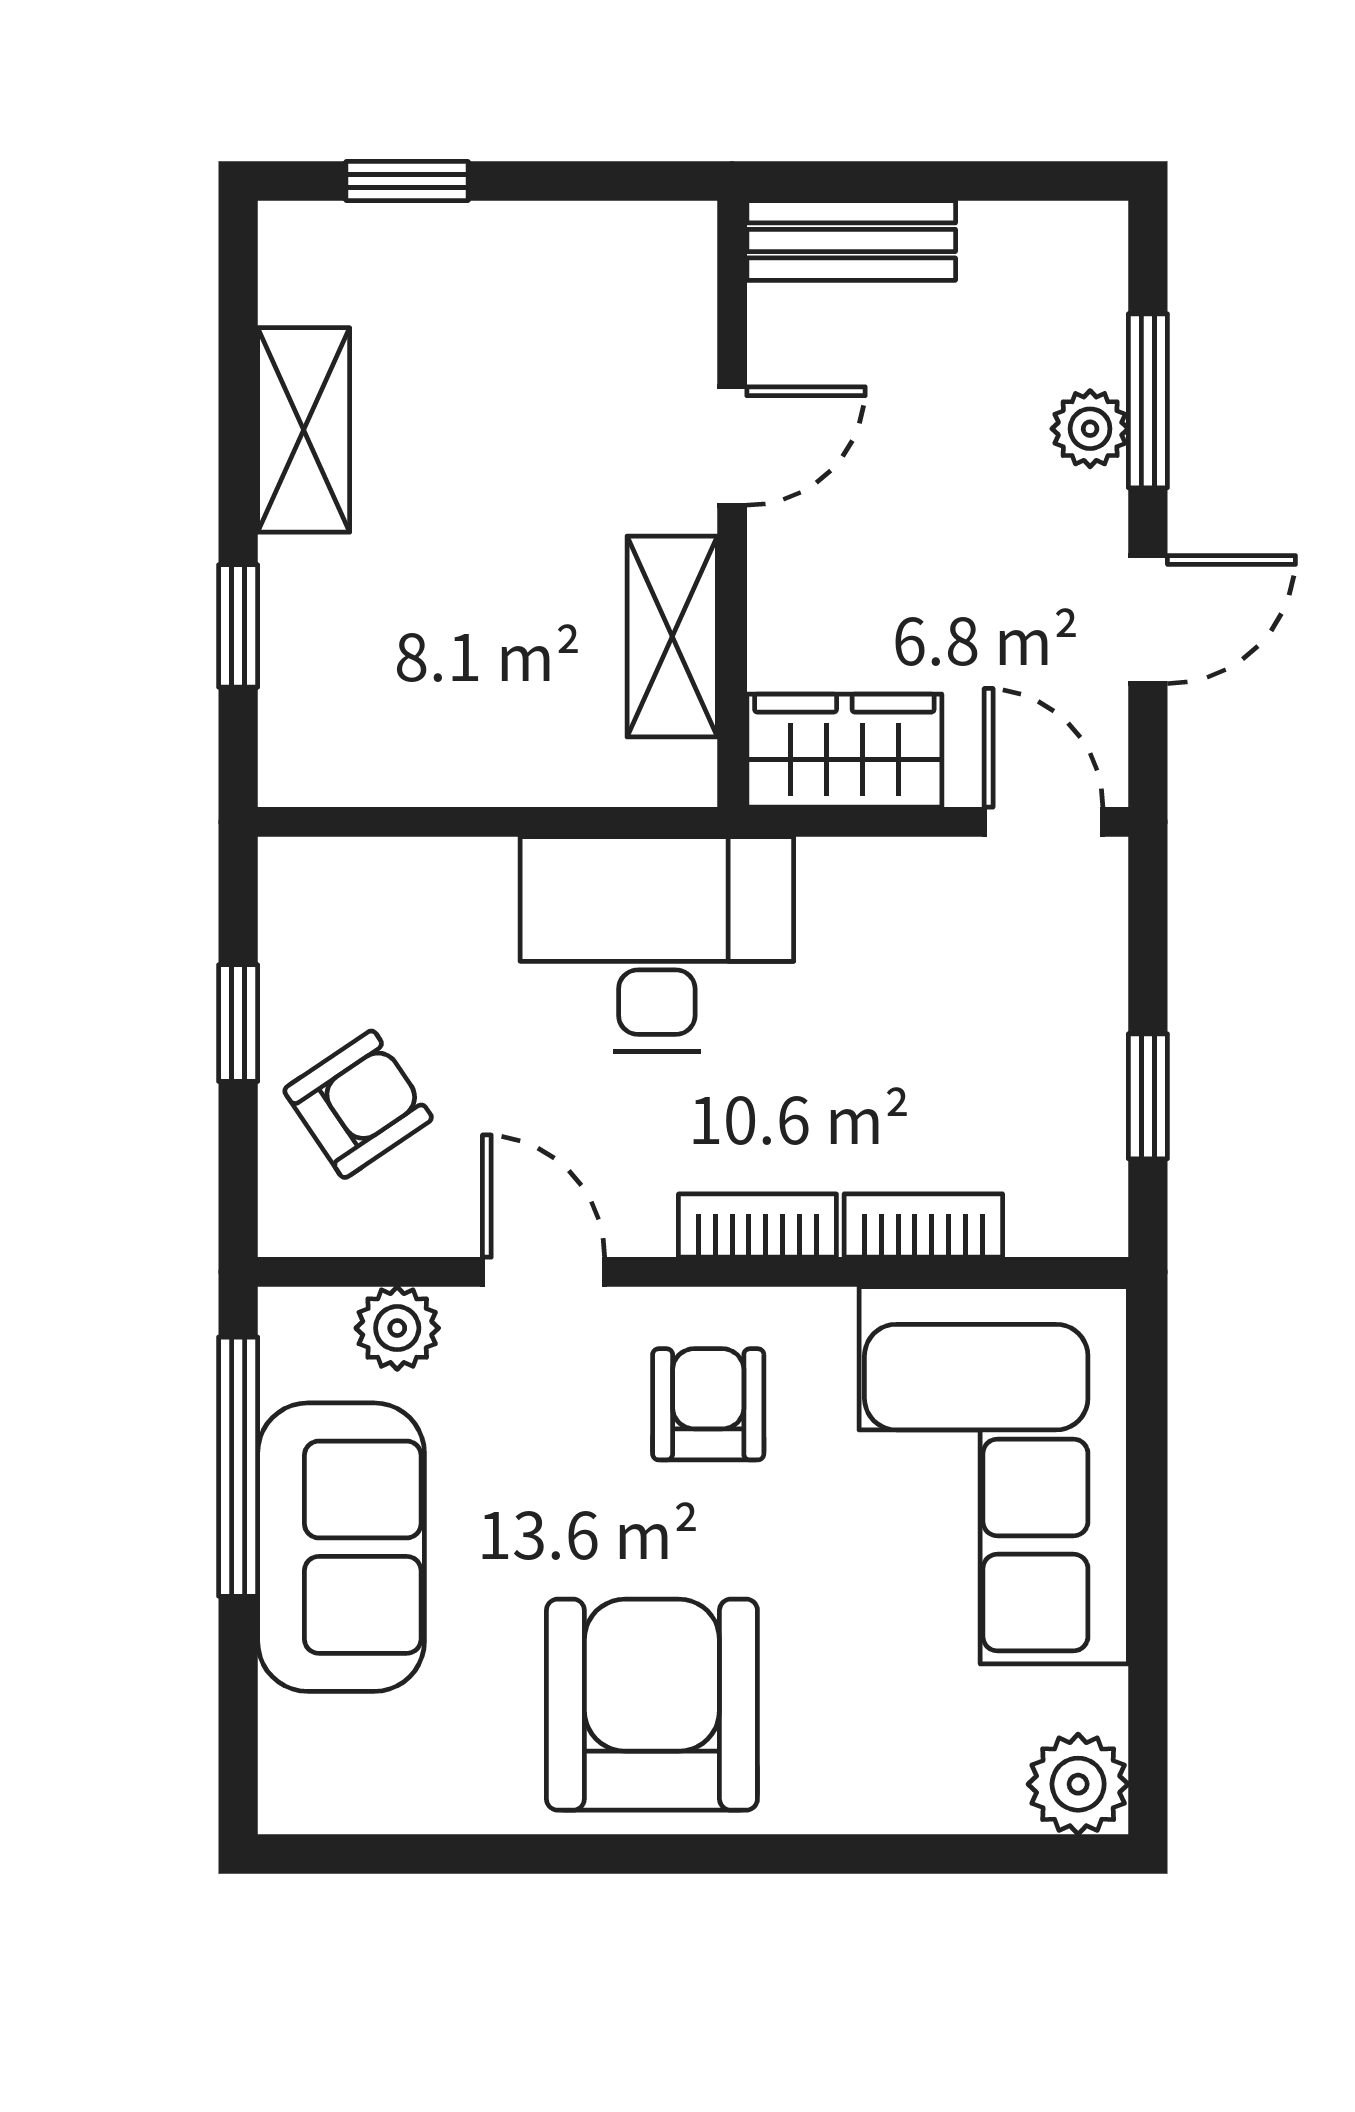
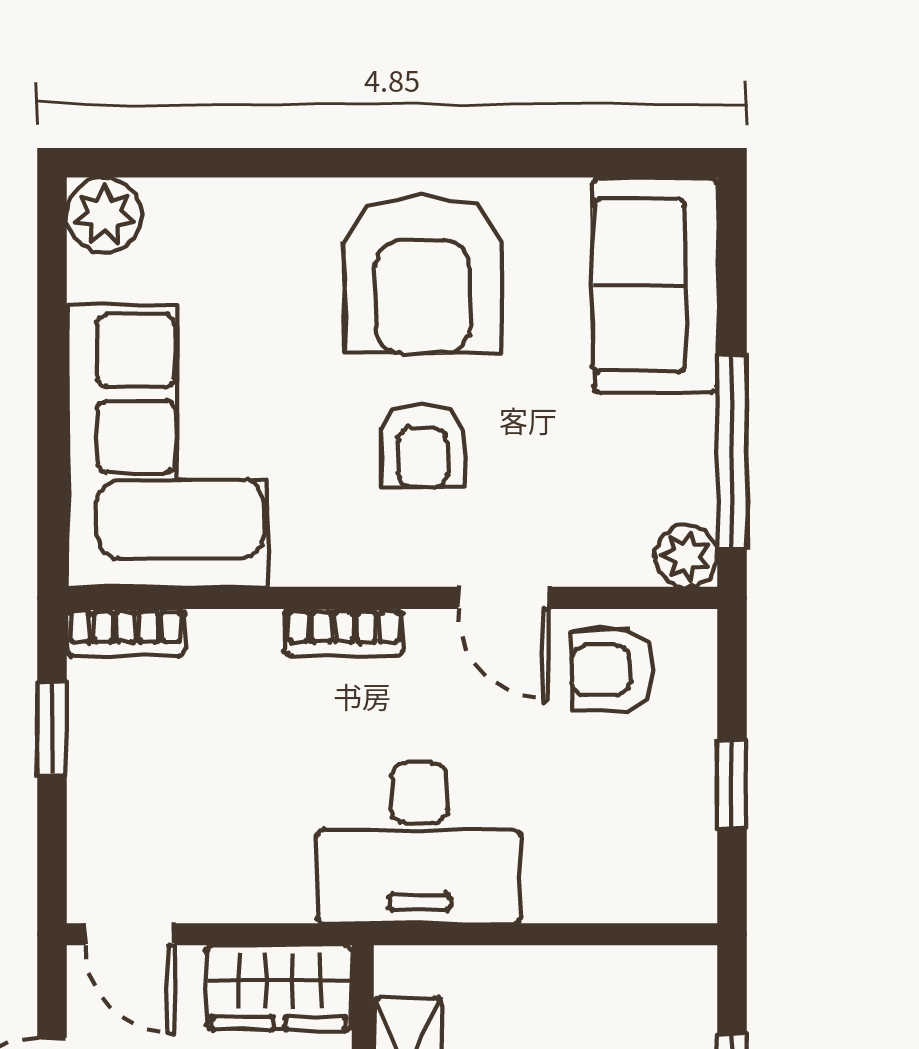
armchair: (358, 1104) -> (612, 670), moved, turned 34
bookcase: (923, 1226) -> (126, 633), moved
plant: (397, 1328) -> (686, 556), moved
armchair: (708, 1404) -> (422, 446), moved
sofa: (341, 1547) -> (655, 285), moved

